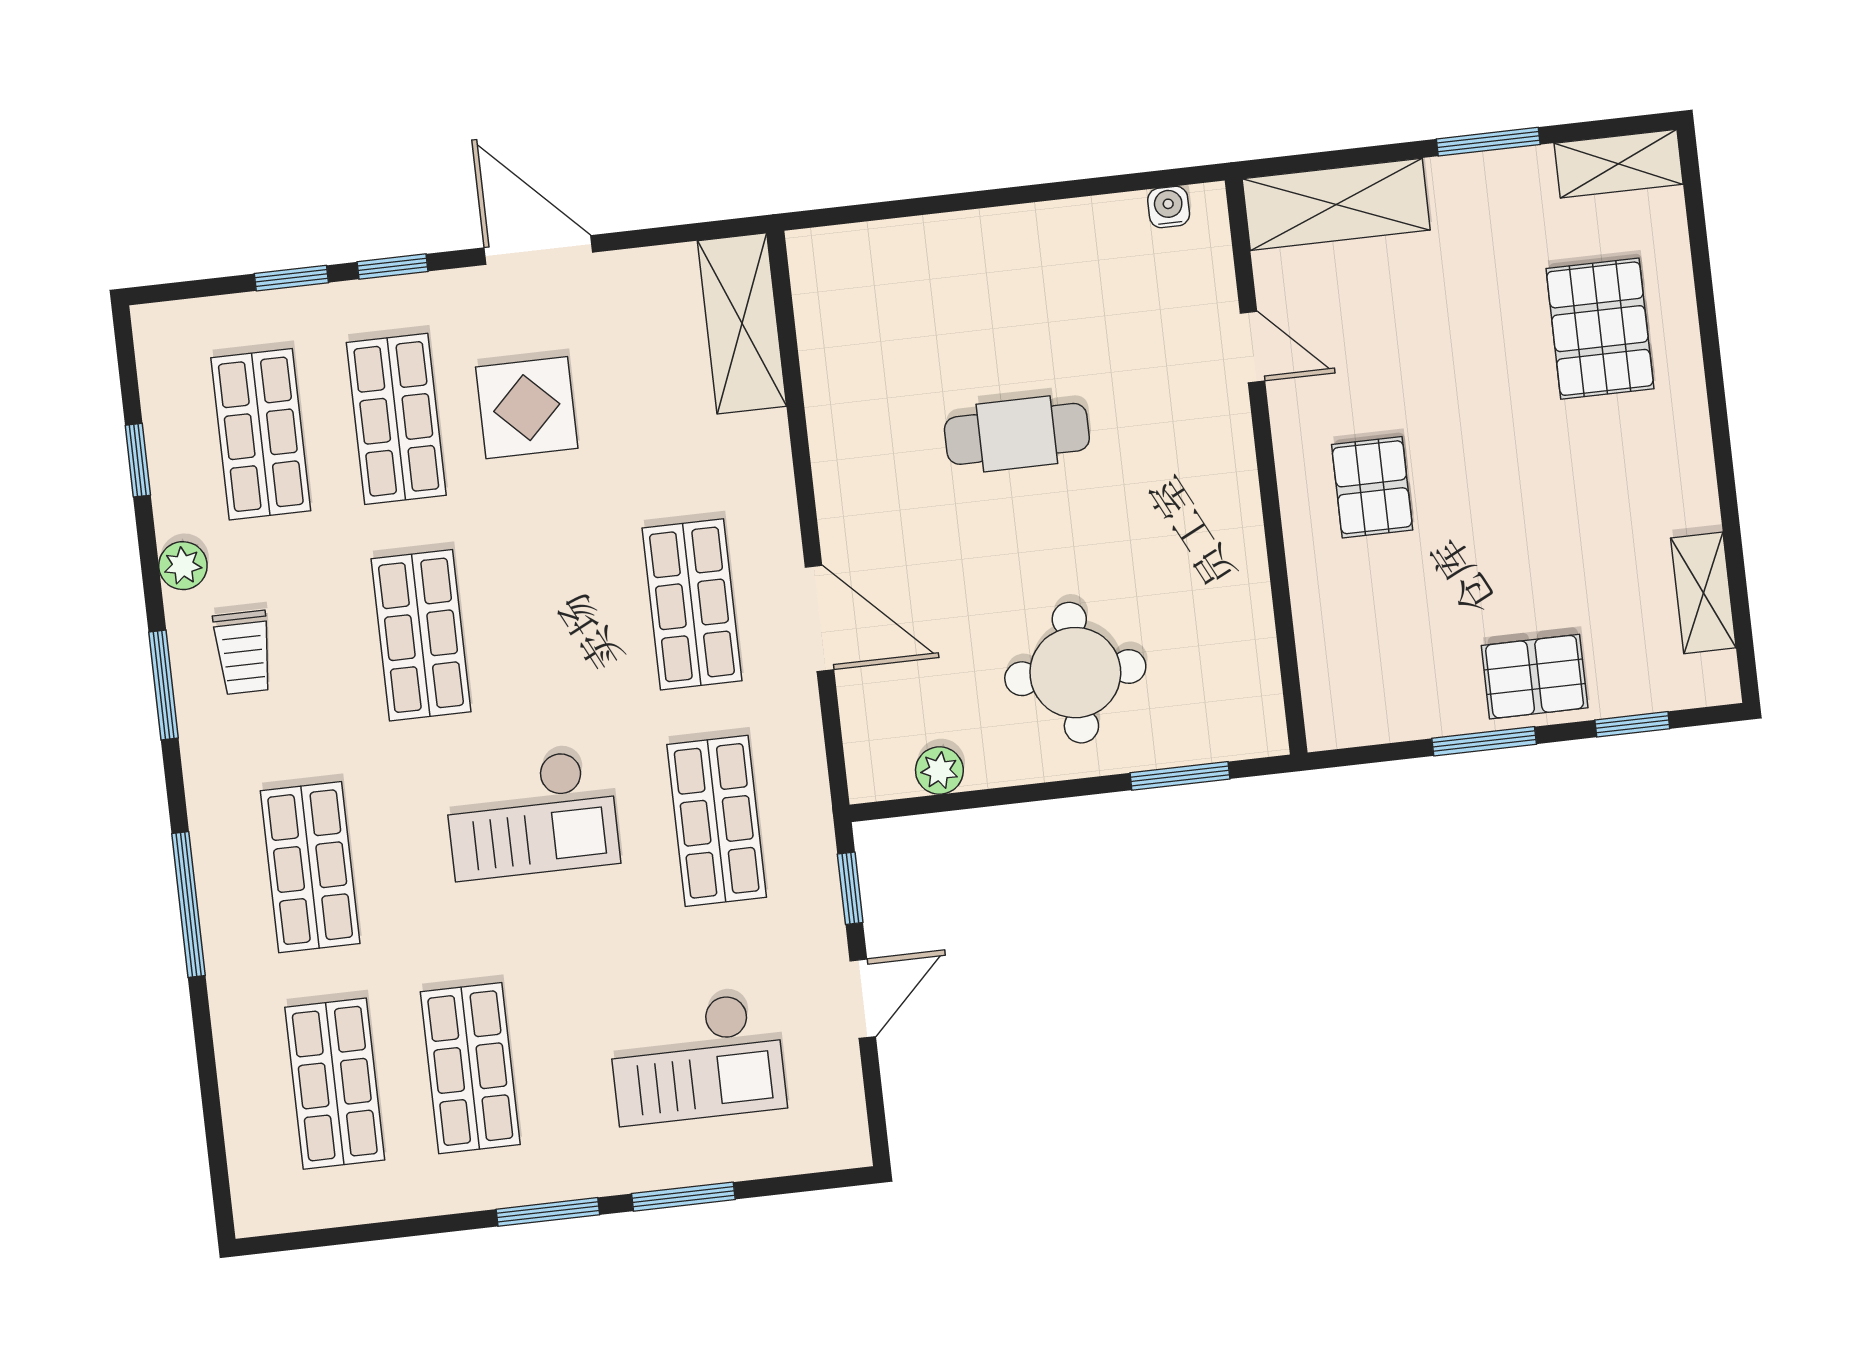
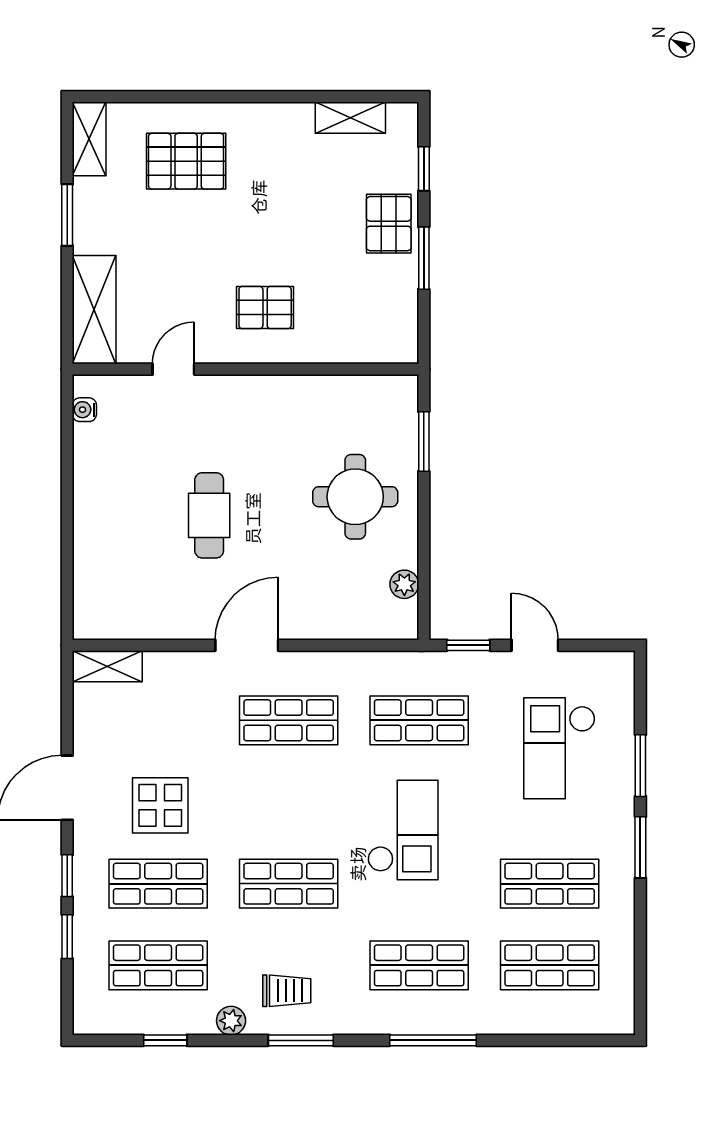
shelving: (742, 323) -> (107, 666), width x0.67, depth x0.75
door: (819, 618) -> (247, 645), moved
checkout: (697, 1059) -> (559, 748), turned 180

